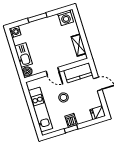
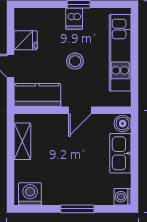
door: (53, 72) -> (80, 110), swing flipped
fridge: (98, 113) -> (26, 40), moved

